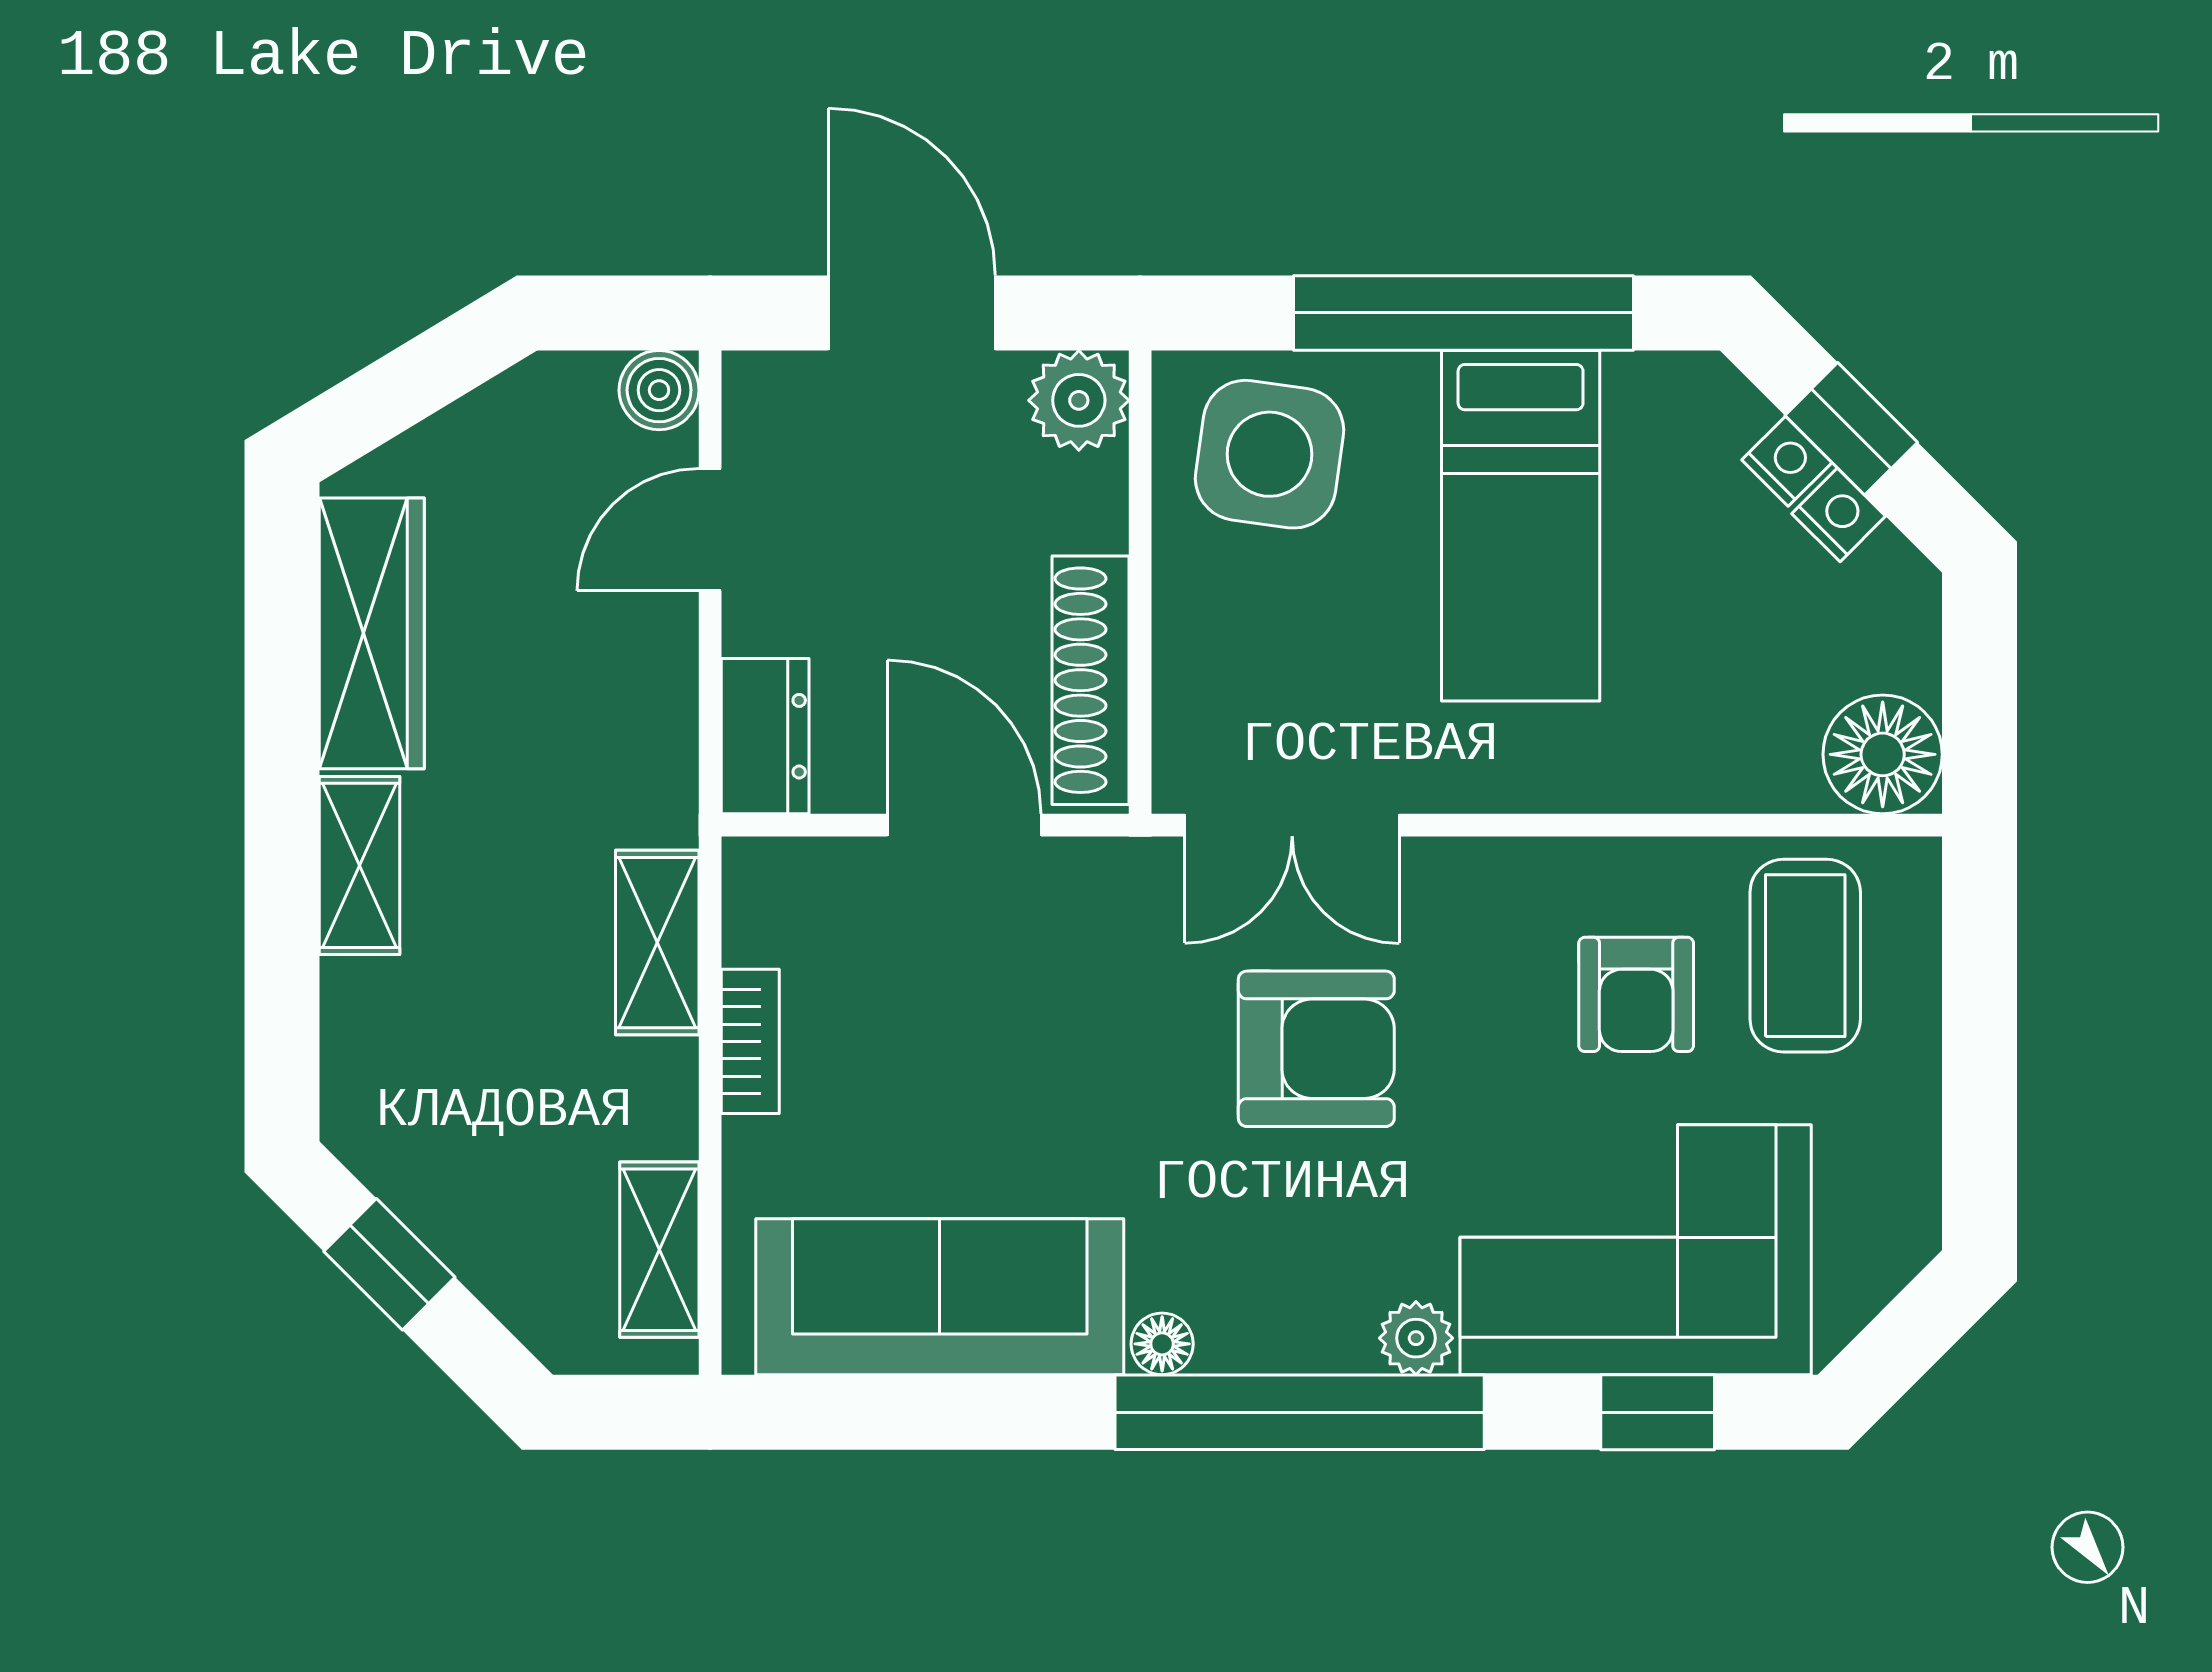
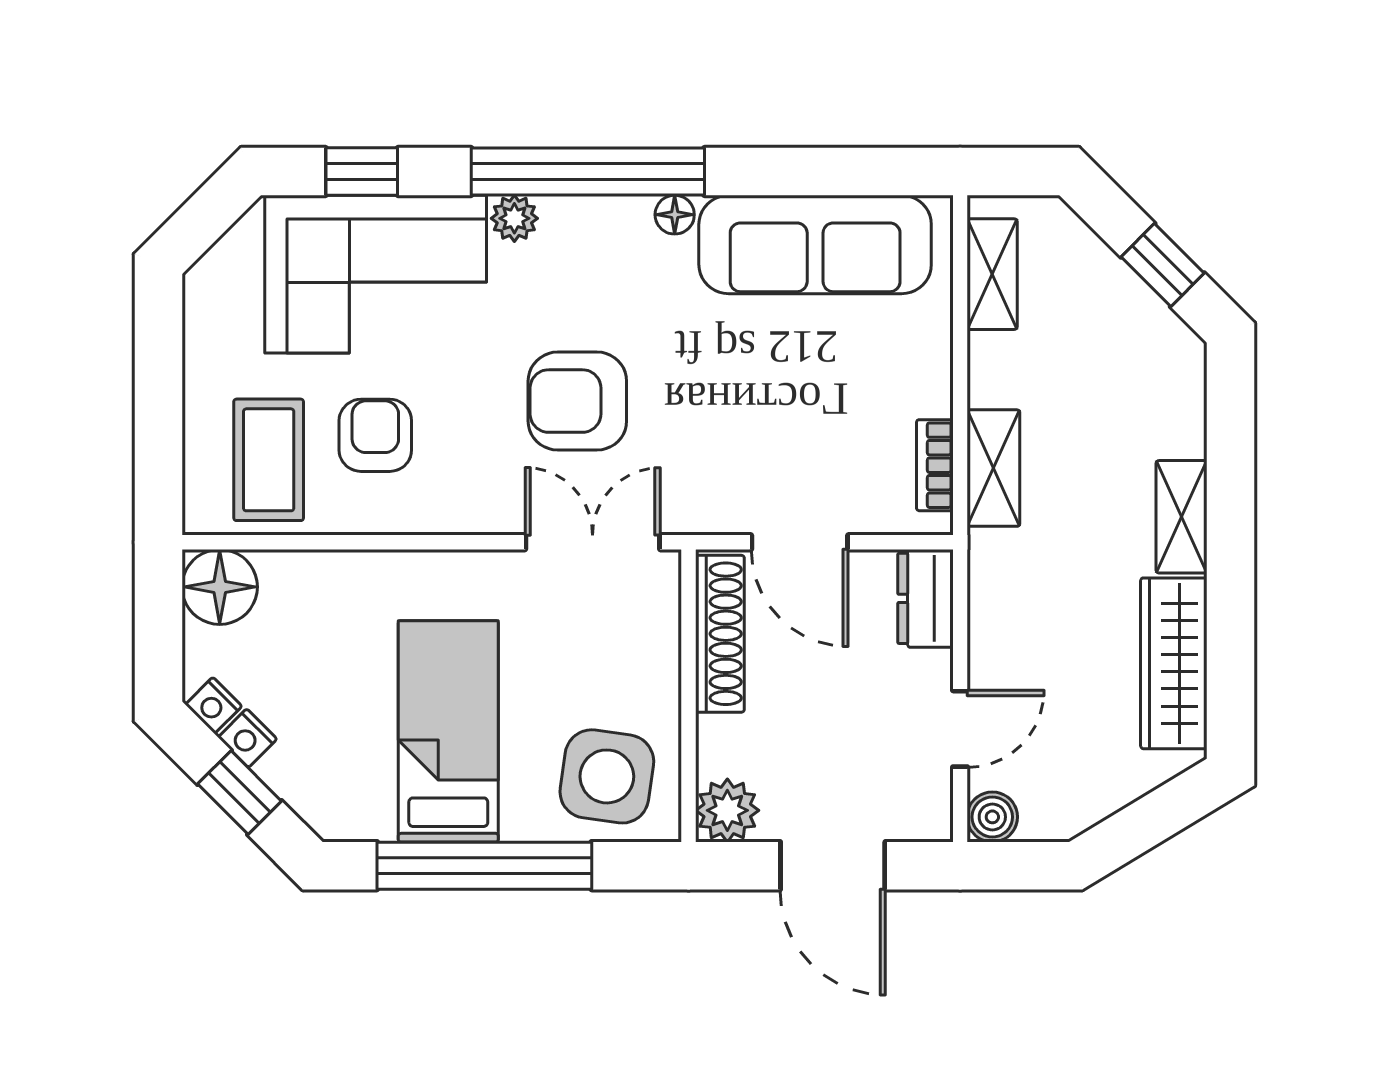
nightstand: (1787, 461) -> (214, 705), moved
bookcase: (750, 1041) -> (935, 465), moved

